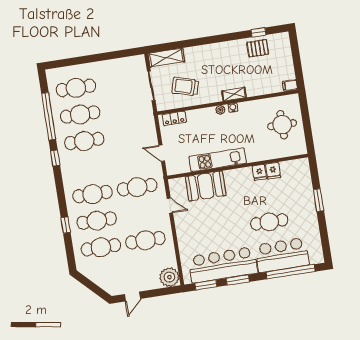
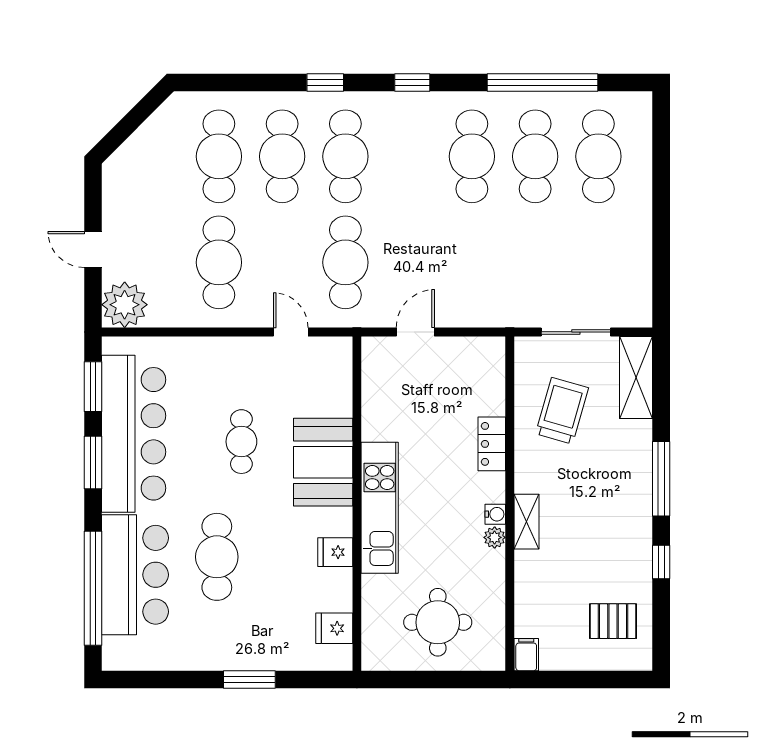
window: (258, 32) -> (661, 562), moved
window: (207, 40) -> (661, 479), added
pallet: (258, 48) -> (613, 621), moved, turned 90
plant: (220, 110) -> (495, 537), moved
locker: (174, 118) -> (492, 444), moved
window: (55, 158) -> (412, 82), moved
kitchen unit: (218, 160) -> (380, 508), moved
fridge: (273, 171) -> (334, 628), moved
booth: (206, 186) -> (323, 462), moved
door: (170, 206) -> (291, 332), swing flipped
cafe table: (219, 219) -> (241, 442), added
window: (66, 225) -> (325, 82), moved
door: (132, 296) -> (93, 249), moved

